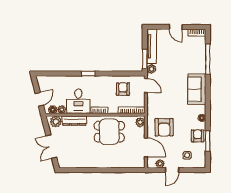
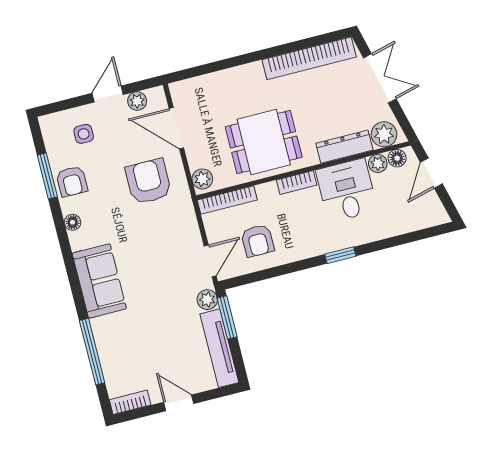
door: (146, 86) -> (210, 261), swing flipped
bookcase: (80, 163) -> (309, 58), added

